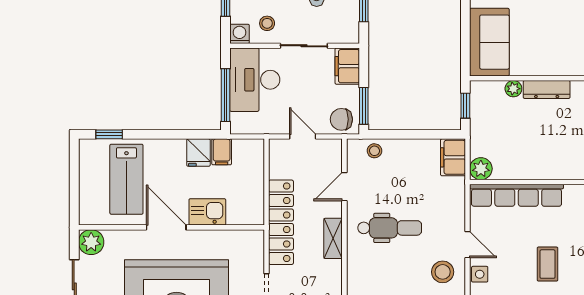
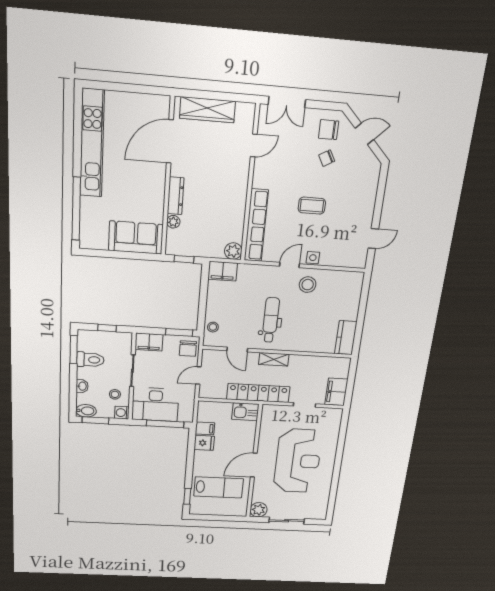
kitchen sink: (207, 212) -> (245, 412), moved, turned -90

